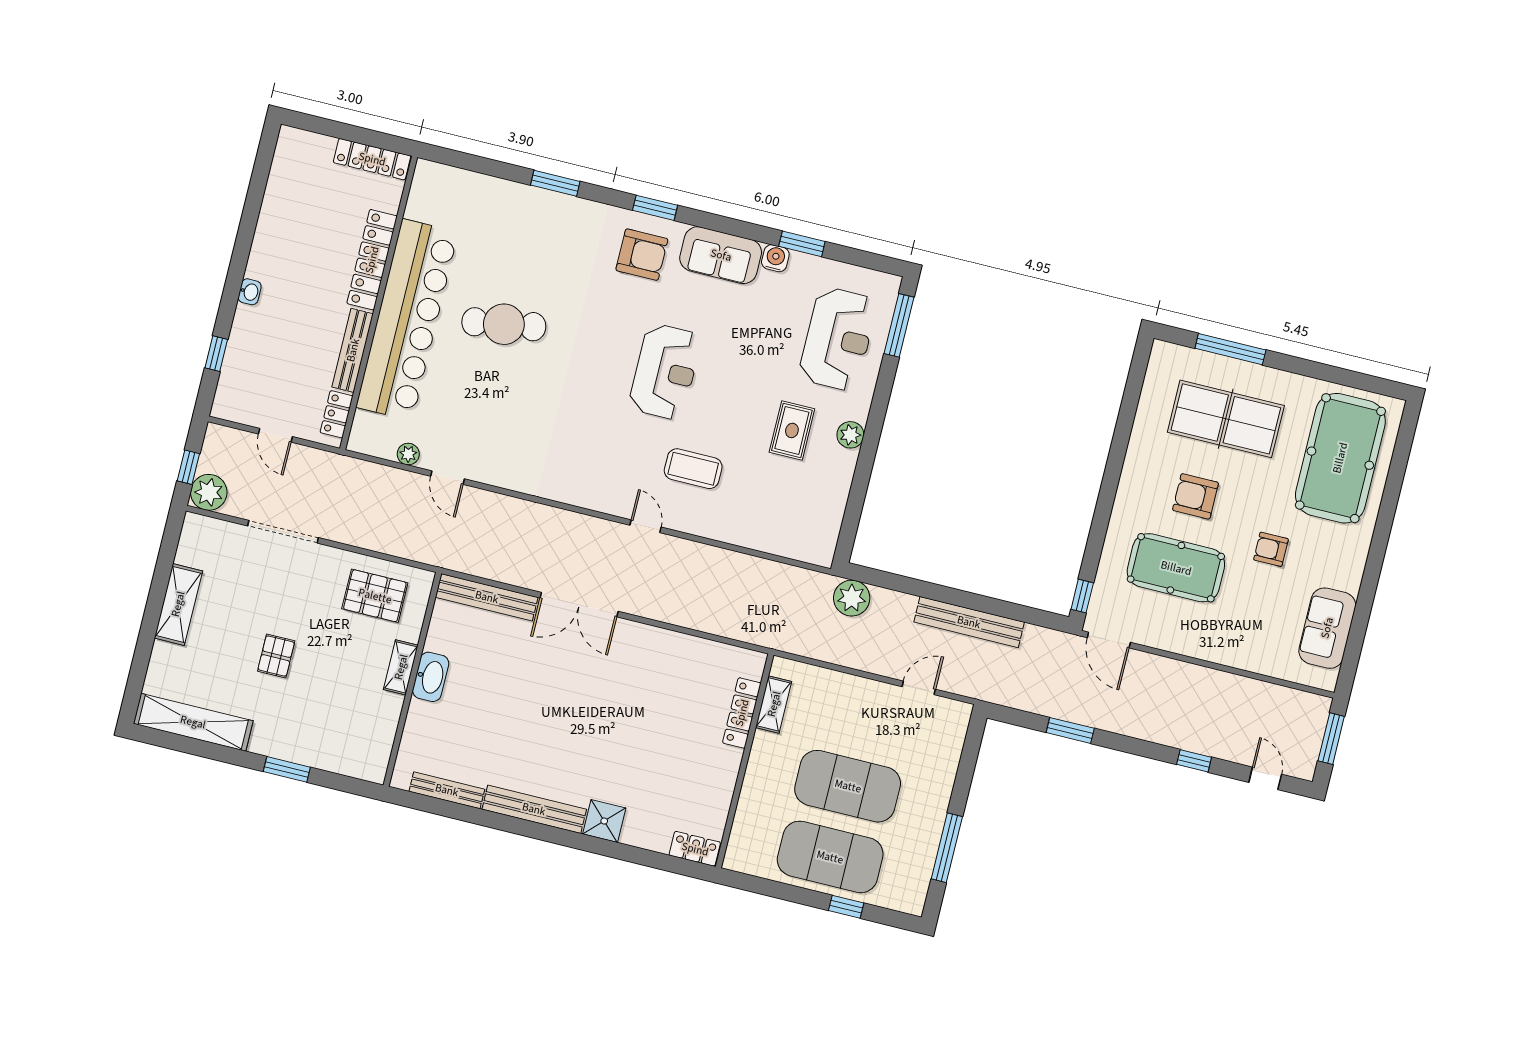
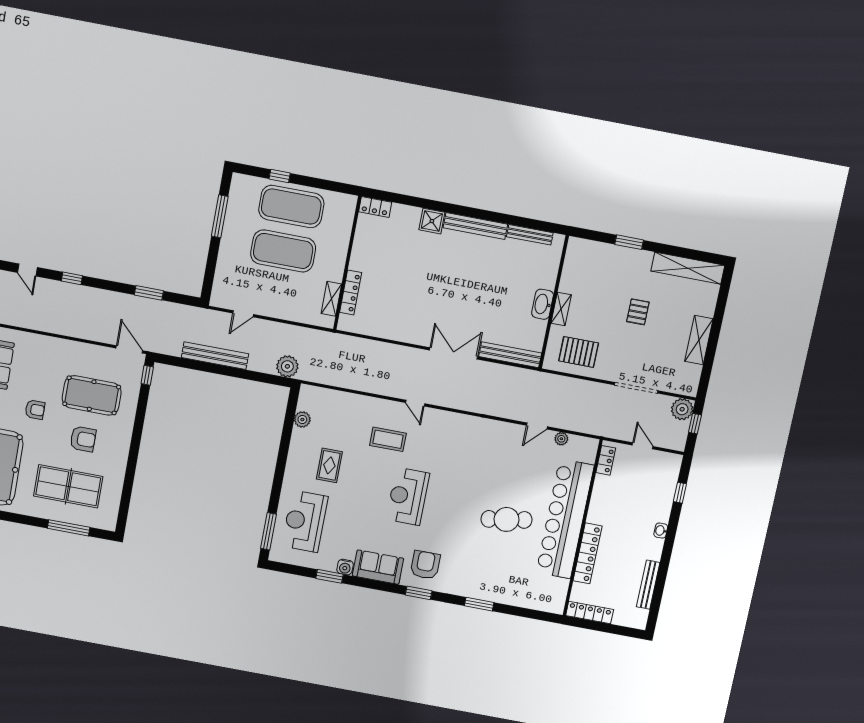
armchair: (642, 255) -> (425, 565), turned 90
bench: (353, 350) -> (648, 585), moved
plant: (850, 435) -> (302, 419), moved
door: (447, 478) -> (537, 426), swing flipped

